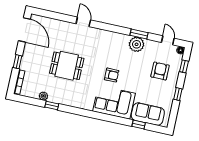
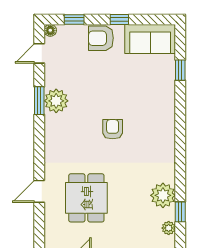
dining table: (67, 66) -> (86, 198), moved
armchair: (160, 71) -> (101, 38), moved
plant: (64, 97) -> (163, 195), added
corner sofa: (114, 102) -> (154, 116), removed
sofa: (148, 114) -> (150, 39), moved, turned -90

